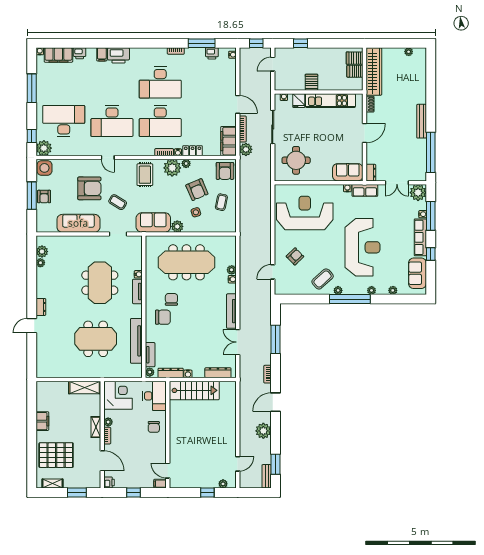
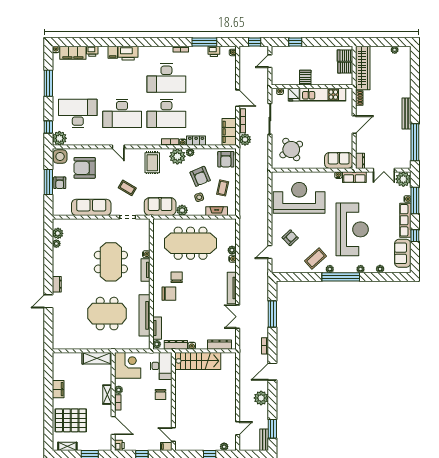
round table: (296, 160) -> (291, 150), turned -33
armchair: (89, 188) -> (85, 168), moved, turned 180
fireplace: (215, 227) -> (217, 211), added

